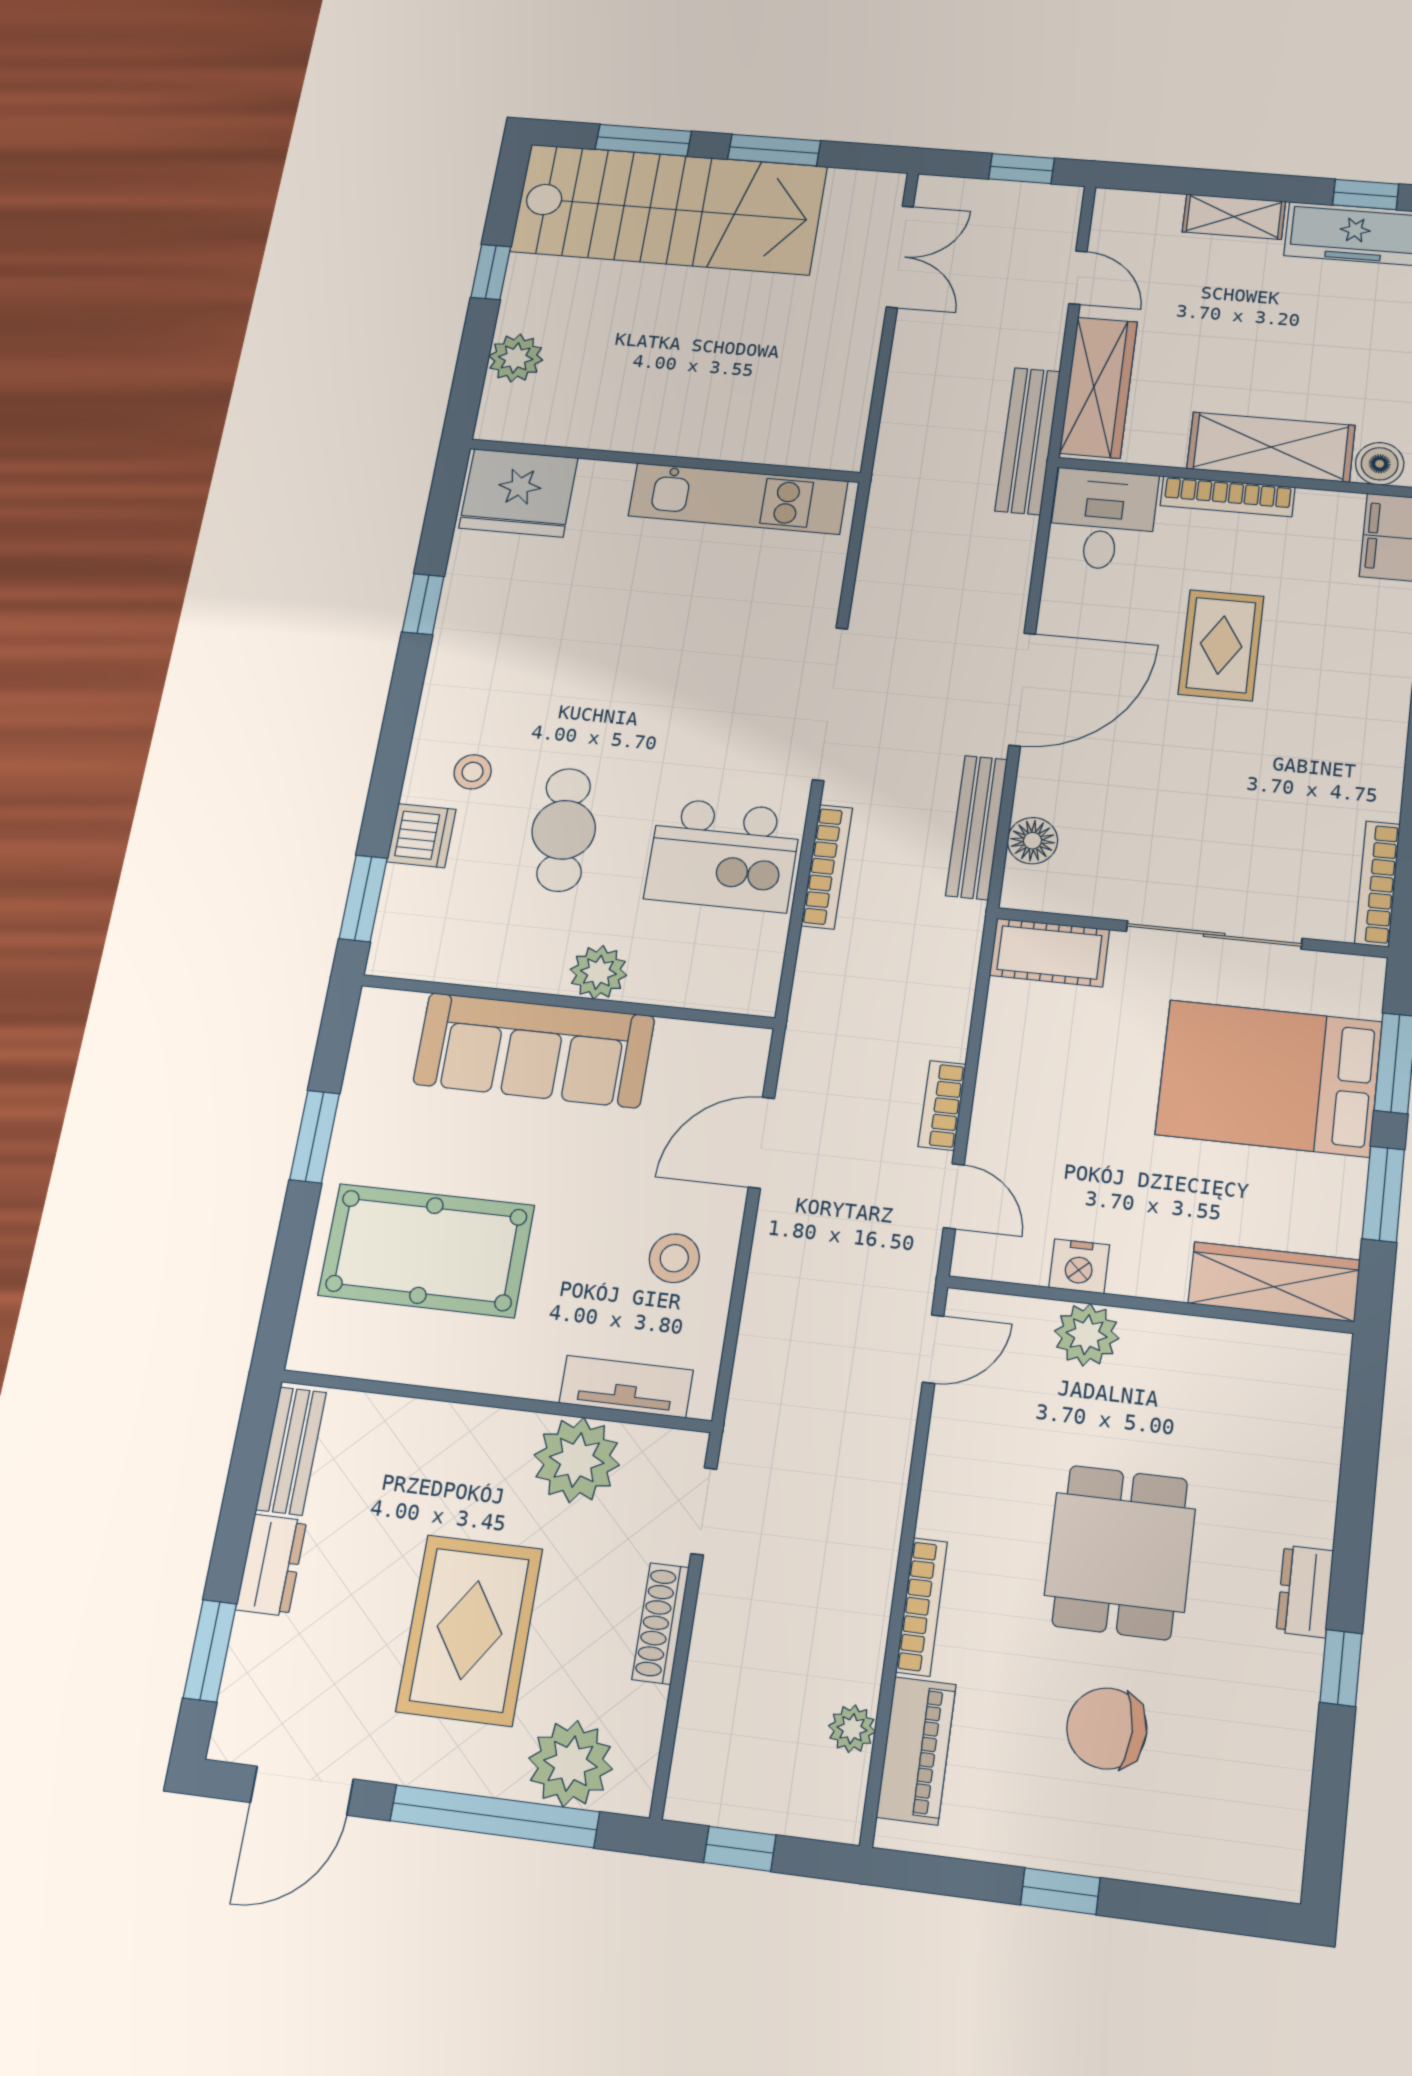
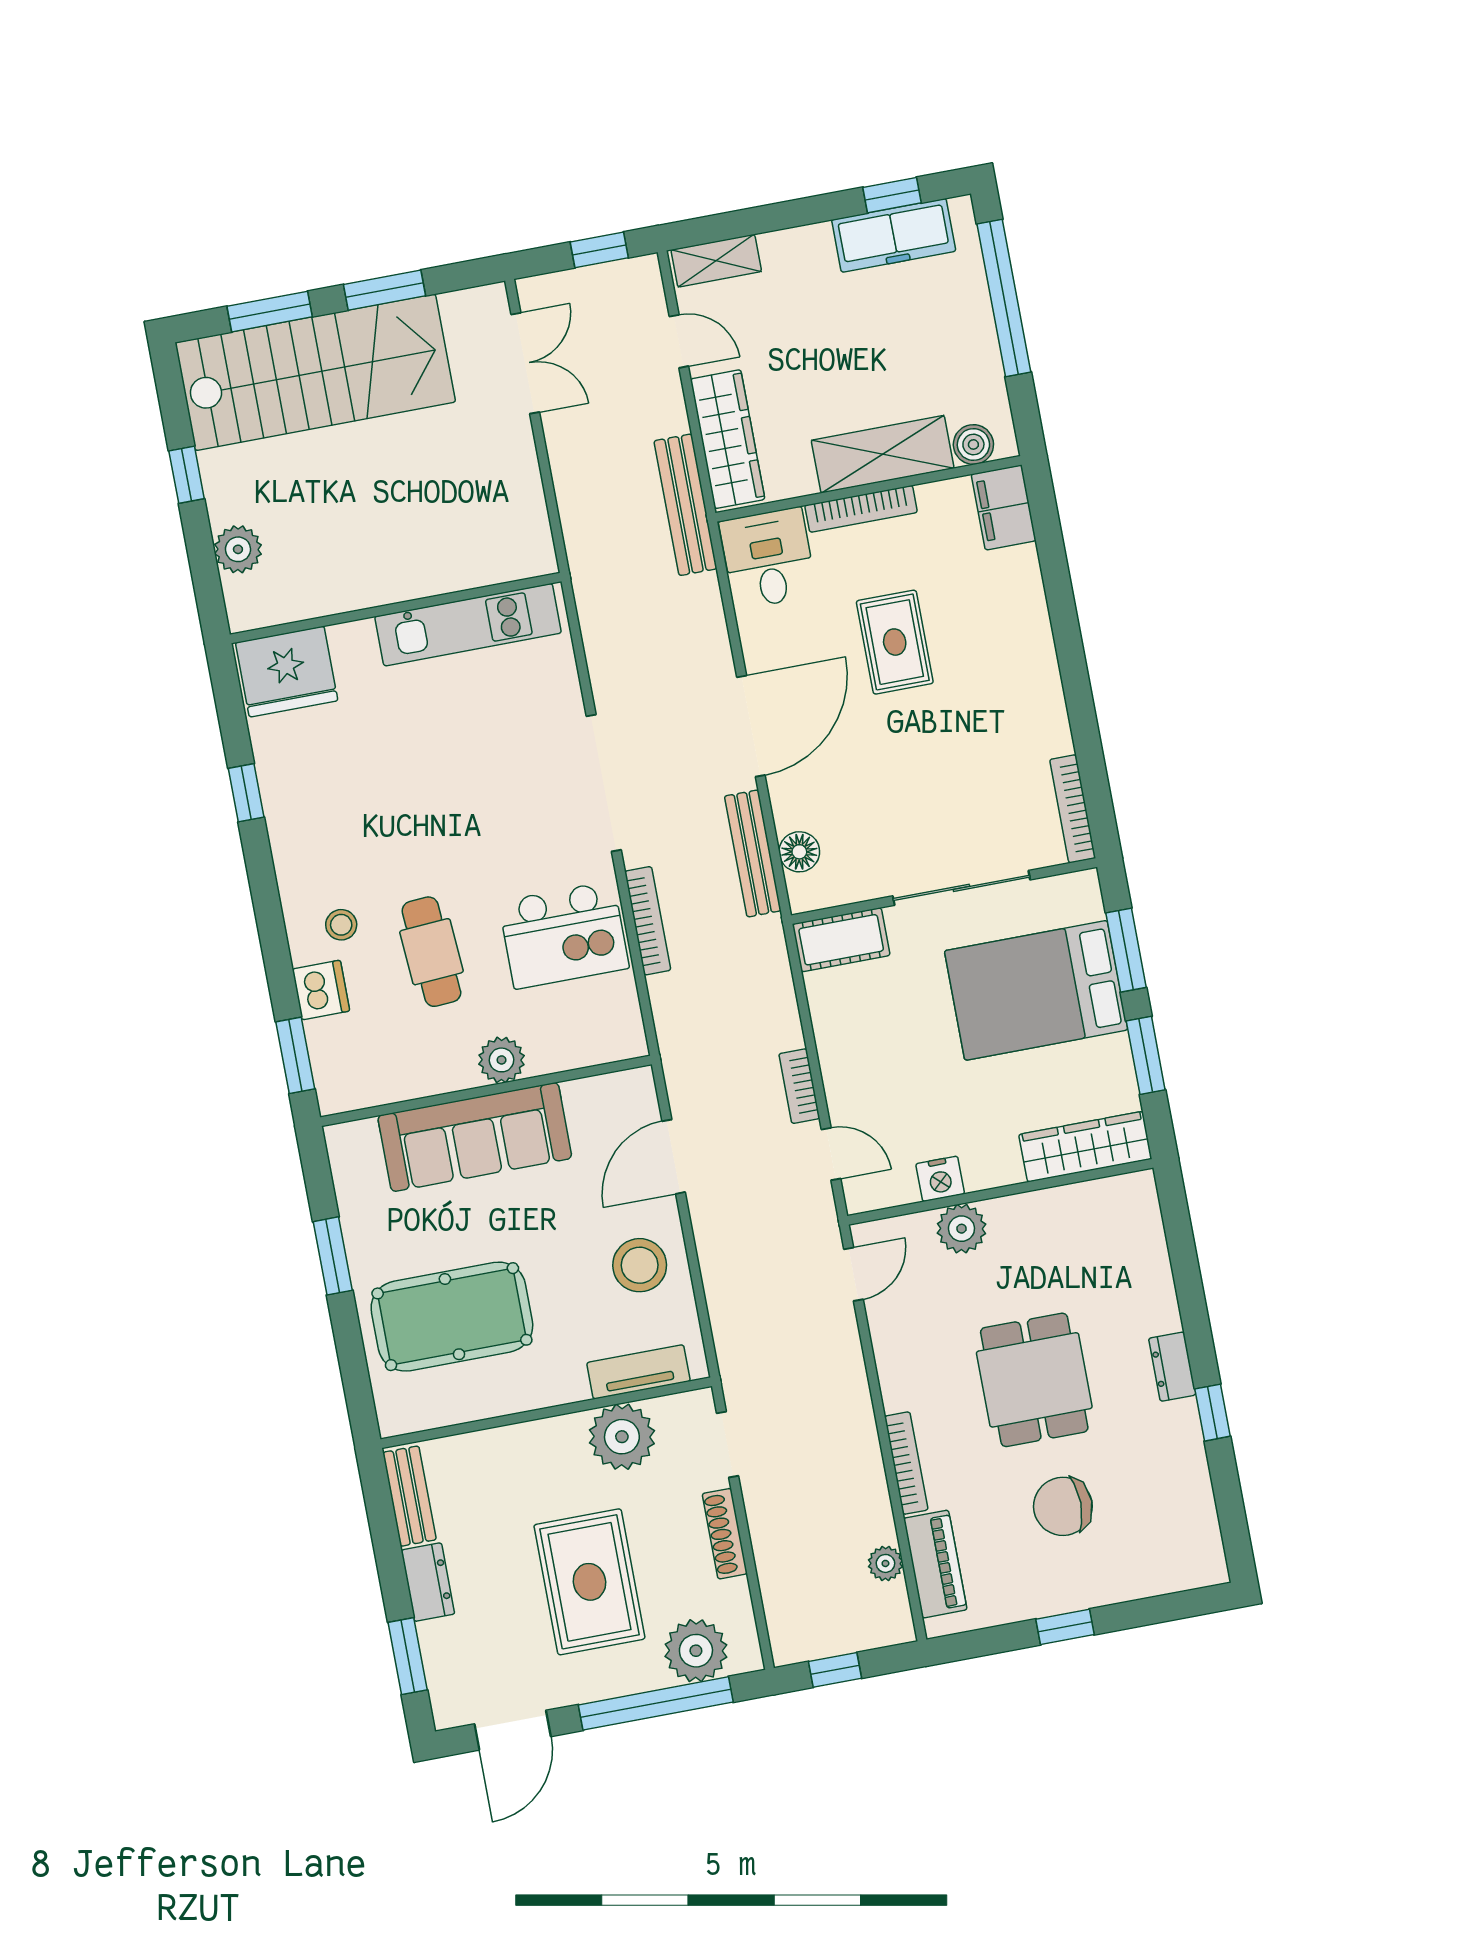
shelving: (1234, 217) -> (716, 261), moved
stool: (674, 1258) -> (640, 1265), width x1.38, depth x1.38

